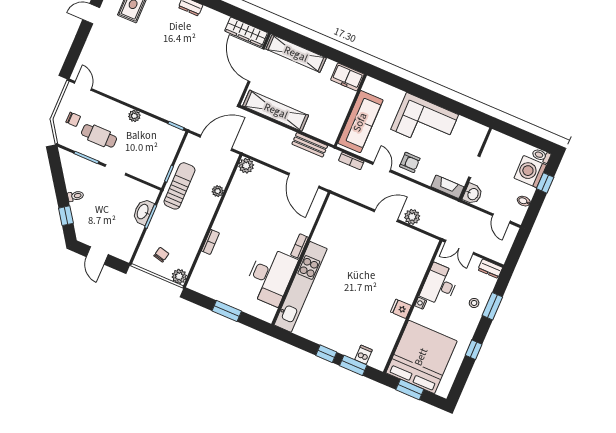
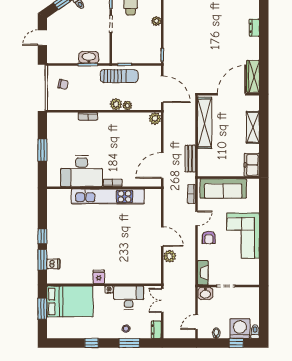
shelving: (296, 54) -> (253, 127), width x0.68
plant: (179, 276) -> (116, 104), moved
kitchen unit: (301, 287) -> (108, 196), moved
bed: (421, 357) -> (70, 301), width x0.73

